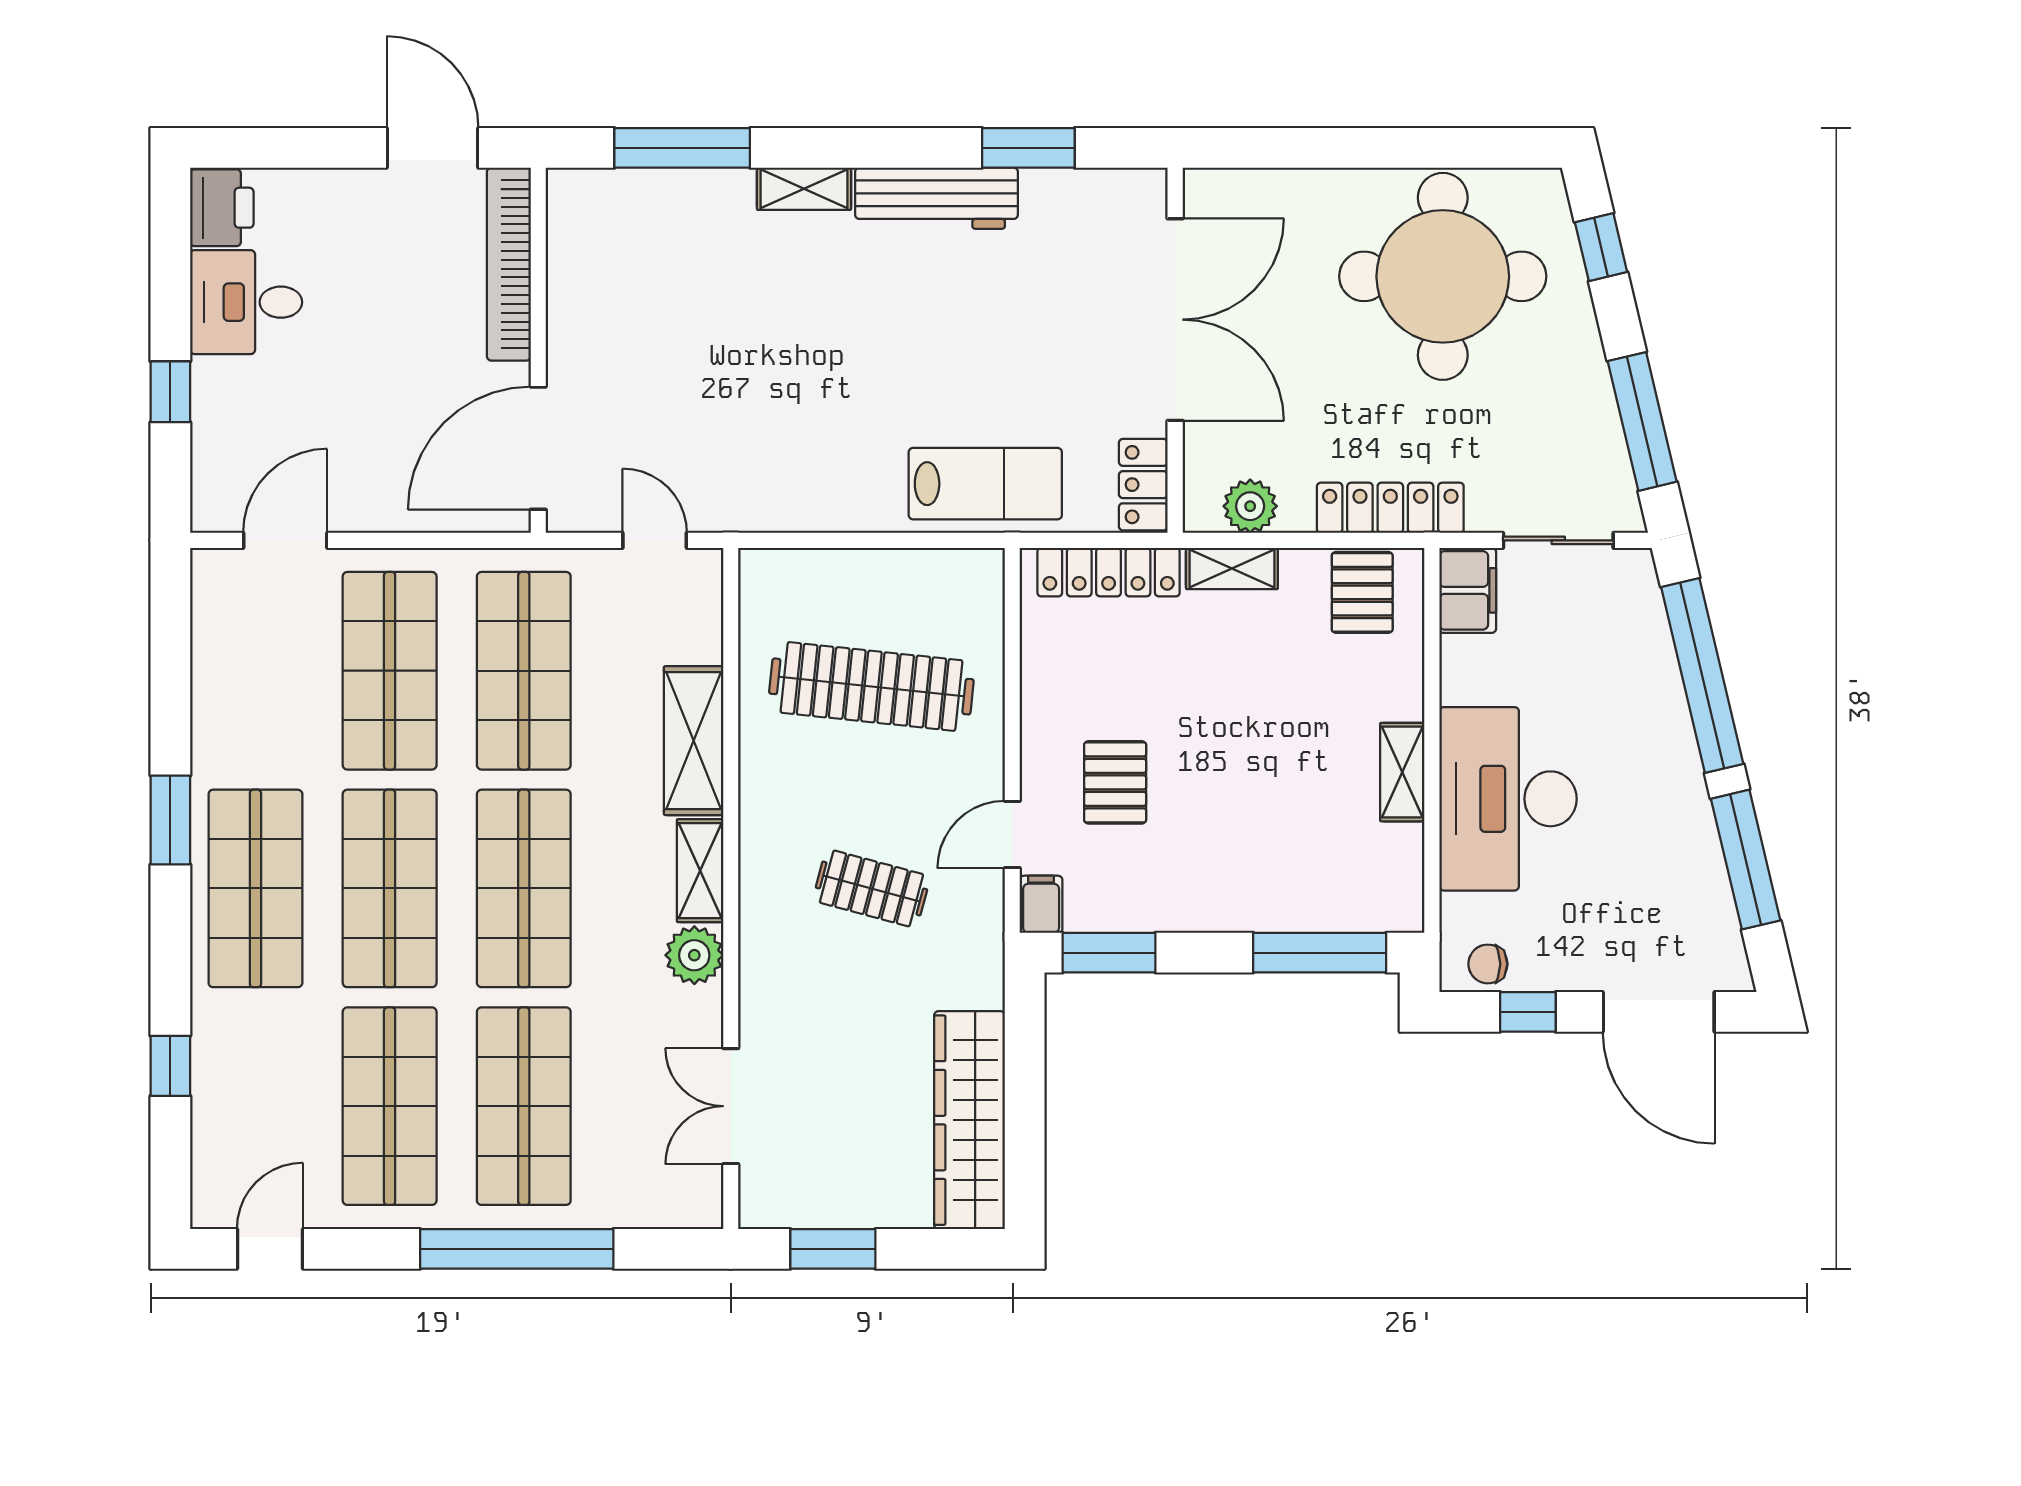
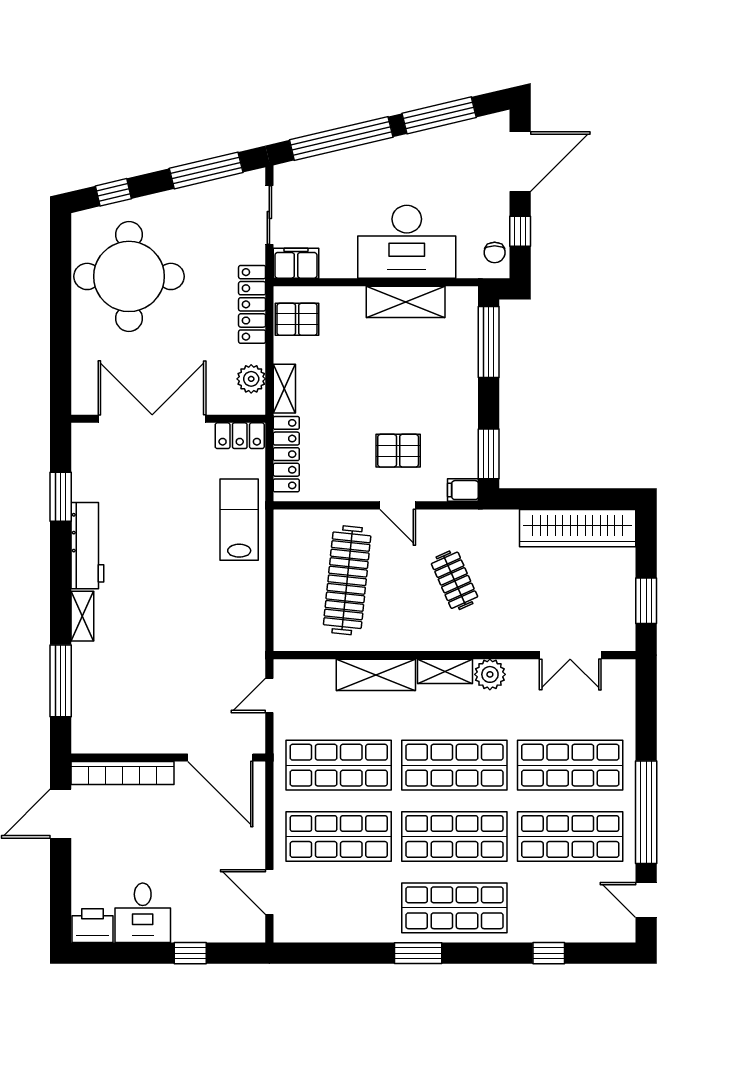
shelving: (1402, 772) -> (406, 302), width x1.50, depth x1.33
door: (1012, 835) -> (398, 505), moved
clothes rail: (871, 888) -> (454, 580), turned -39
window: (517, 1249) -> (646, 812), moved

